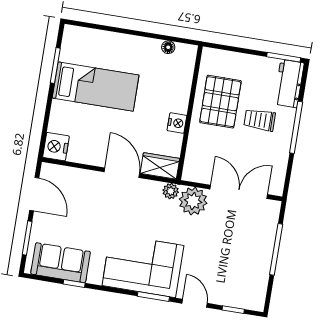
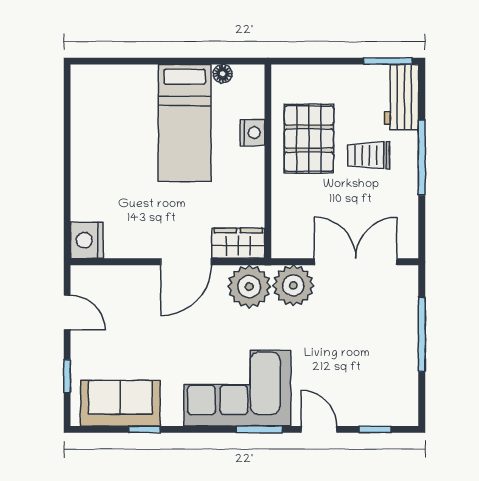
window: (55, 65) -> (67, 126), removed
bed: (96, 87) -> (185, 123), moved, turned 90
nightstand: (177, 123) -> (252, 133), moved
door: (122, 173) -> (186, 262), swing flipped
plant: (171, 191) -> (249, 287), width x1.87, depth x1.87
door: (34, 194) -> (67, 312), width x0.73
window: (27, 238) -> (67, 376), width x0.67

